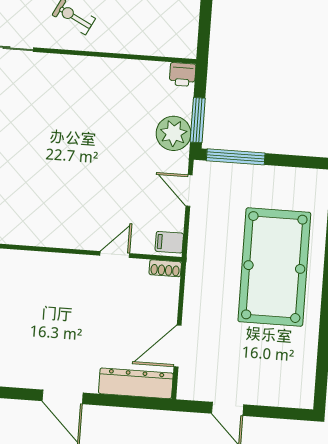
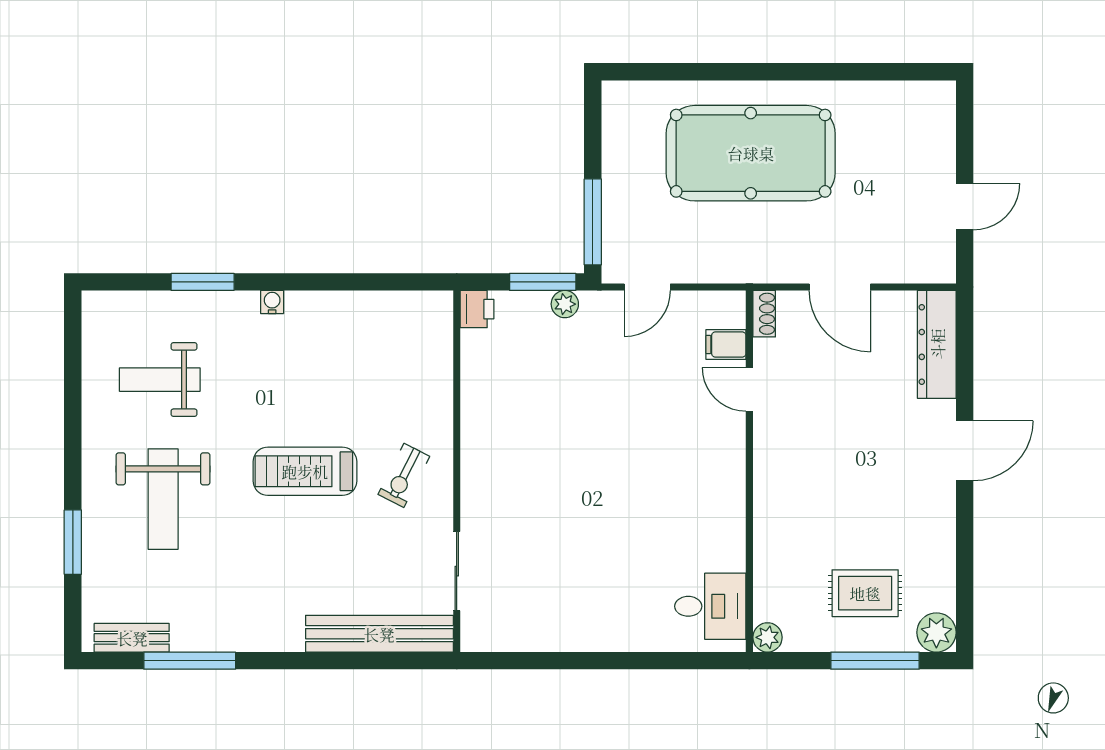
plant: (174, 133) -> (565, 304), width x0.53, depth x0.53
filing cabinet: (169, 242) -> (726, 344), moved, turned 90
door: (178, 346) -> (840, 287), moved

